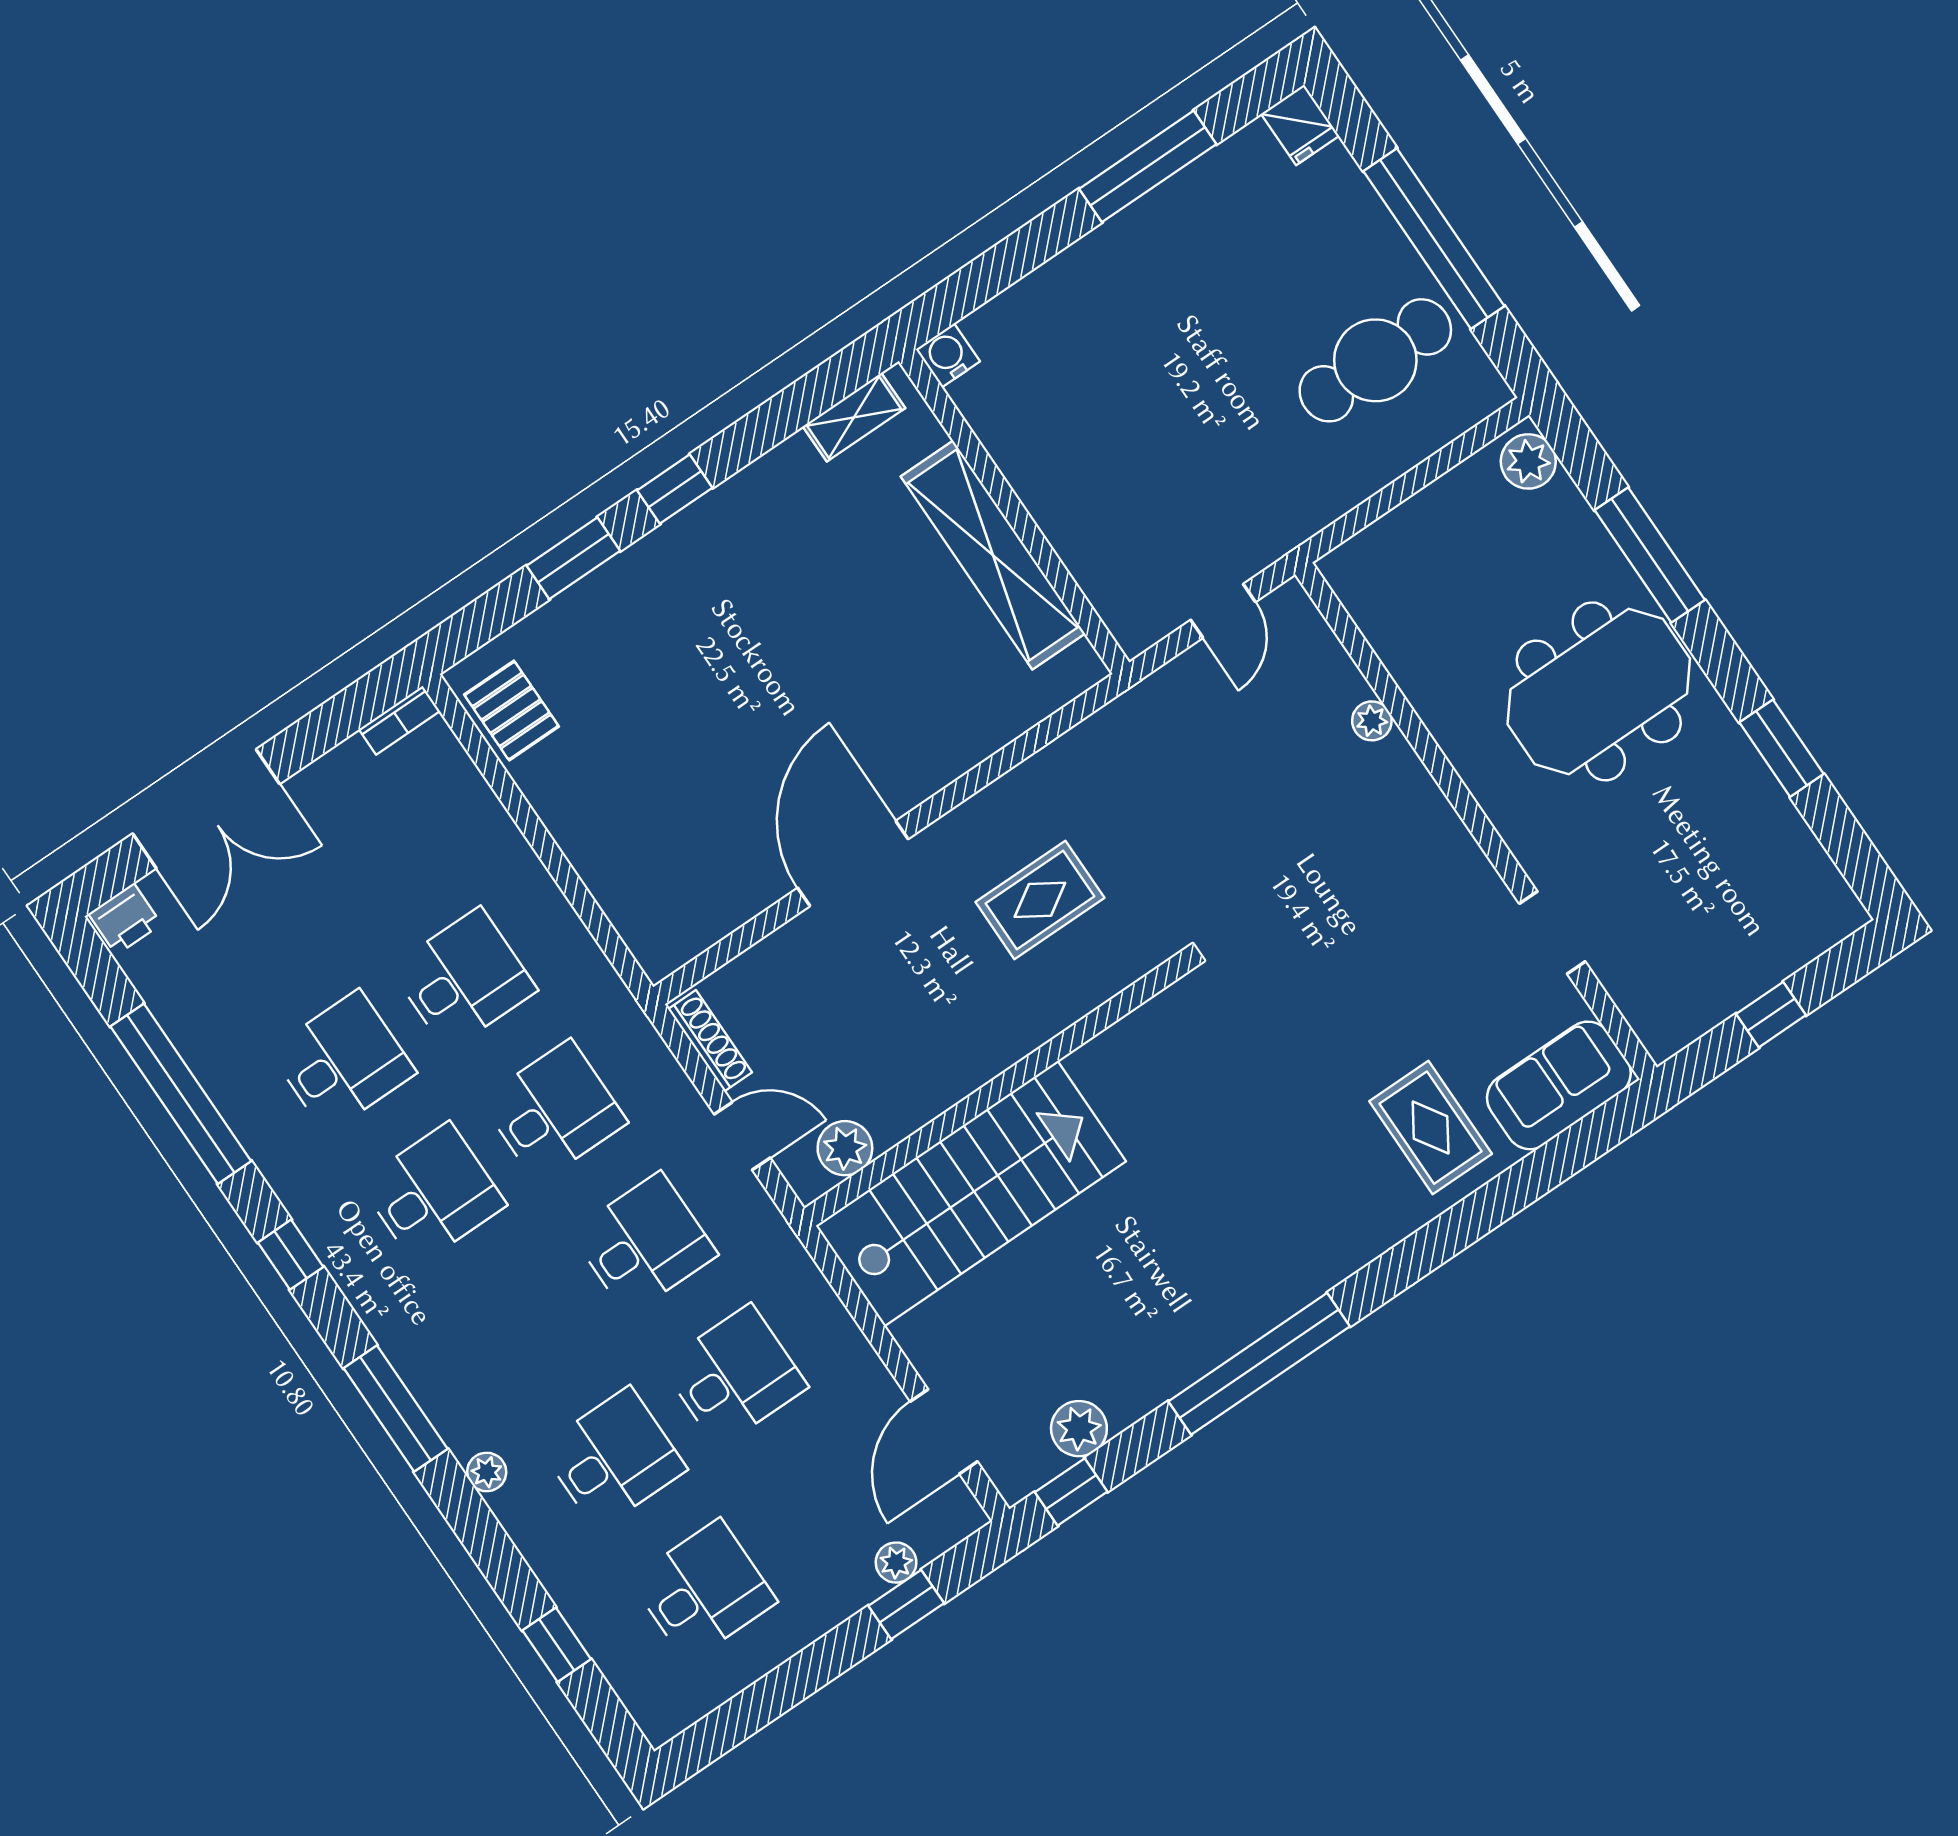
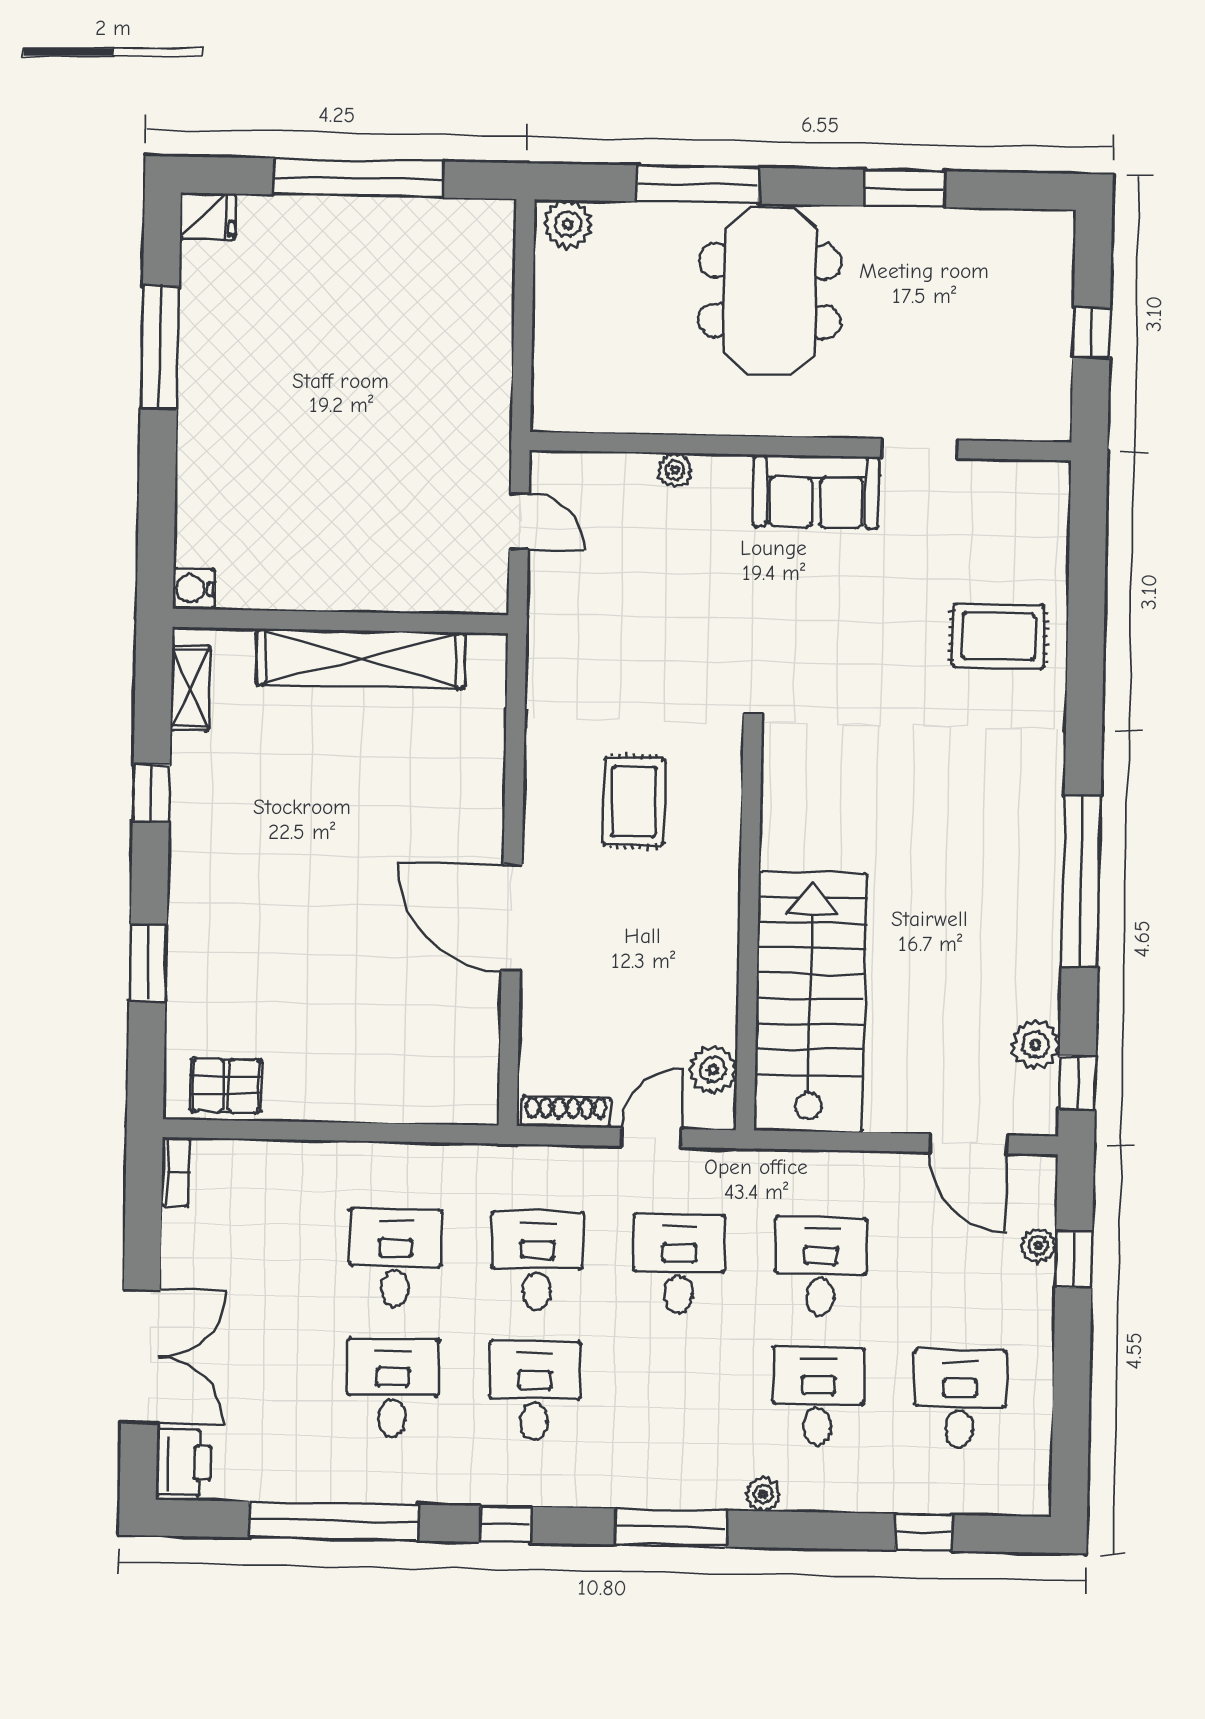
cafe table: (1375, 360) -> (416, 283), removed
window: (675, 489) -> (151, 793), moved
printer: (125, 919) -> (184, 1463), width x1.36, depth x1.24
sofa: (1559, 1085) -> (816, 492), moved, turned -90

